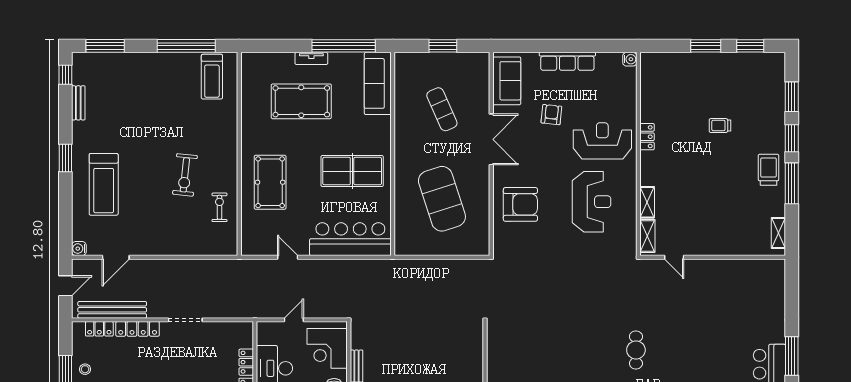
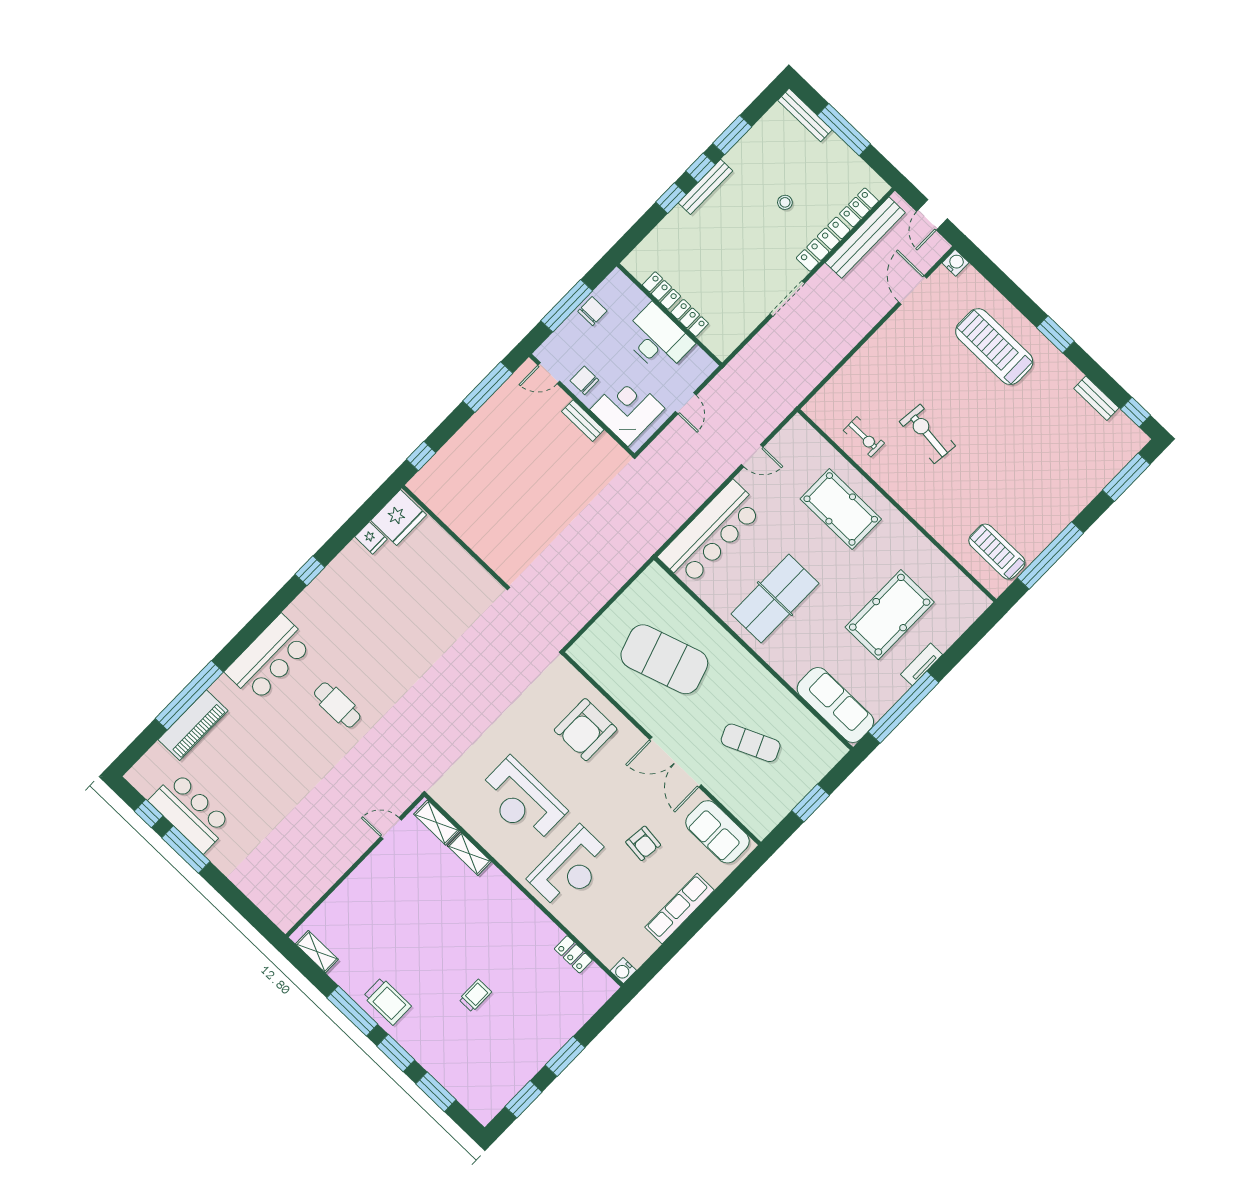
locker: (647, 137) -> (573, 954), moved
stool: (85, 369) -> (785, 202), moved

